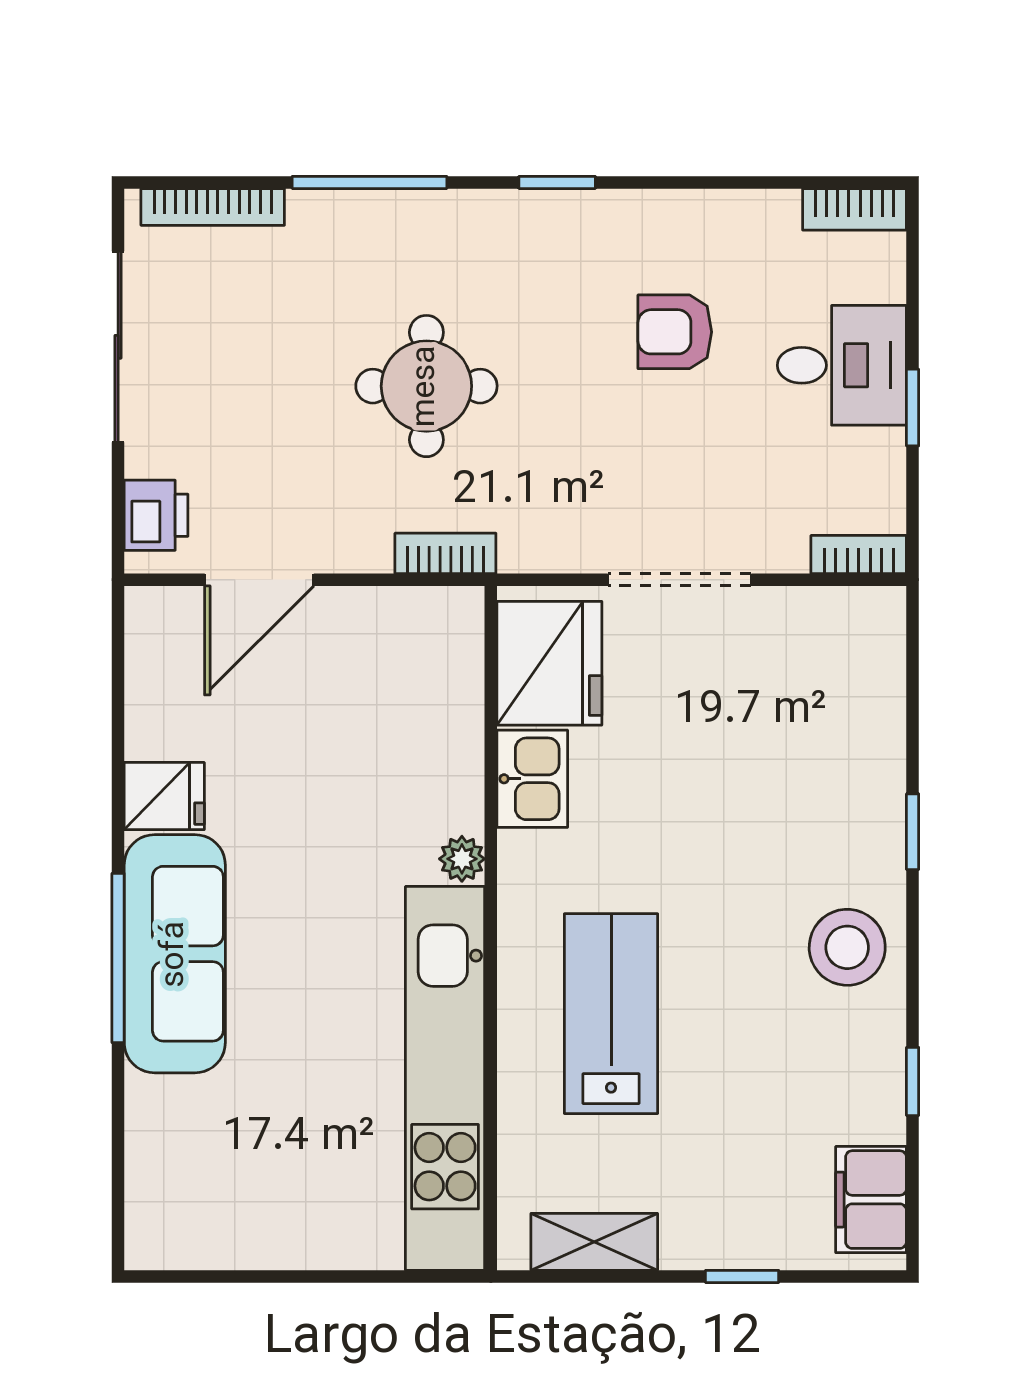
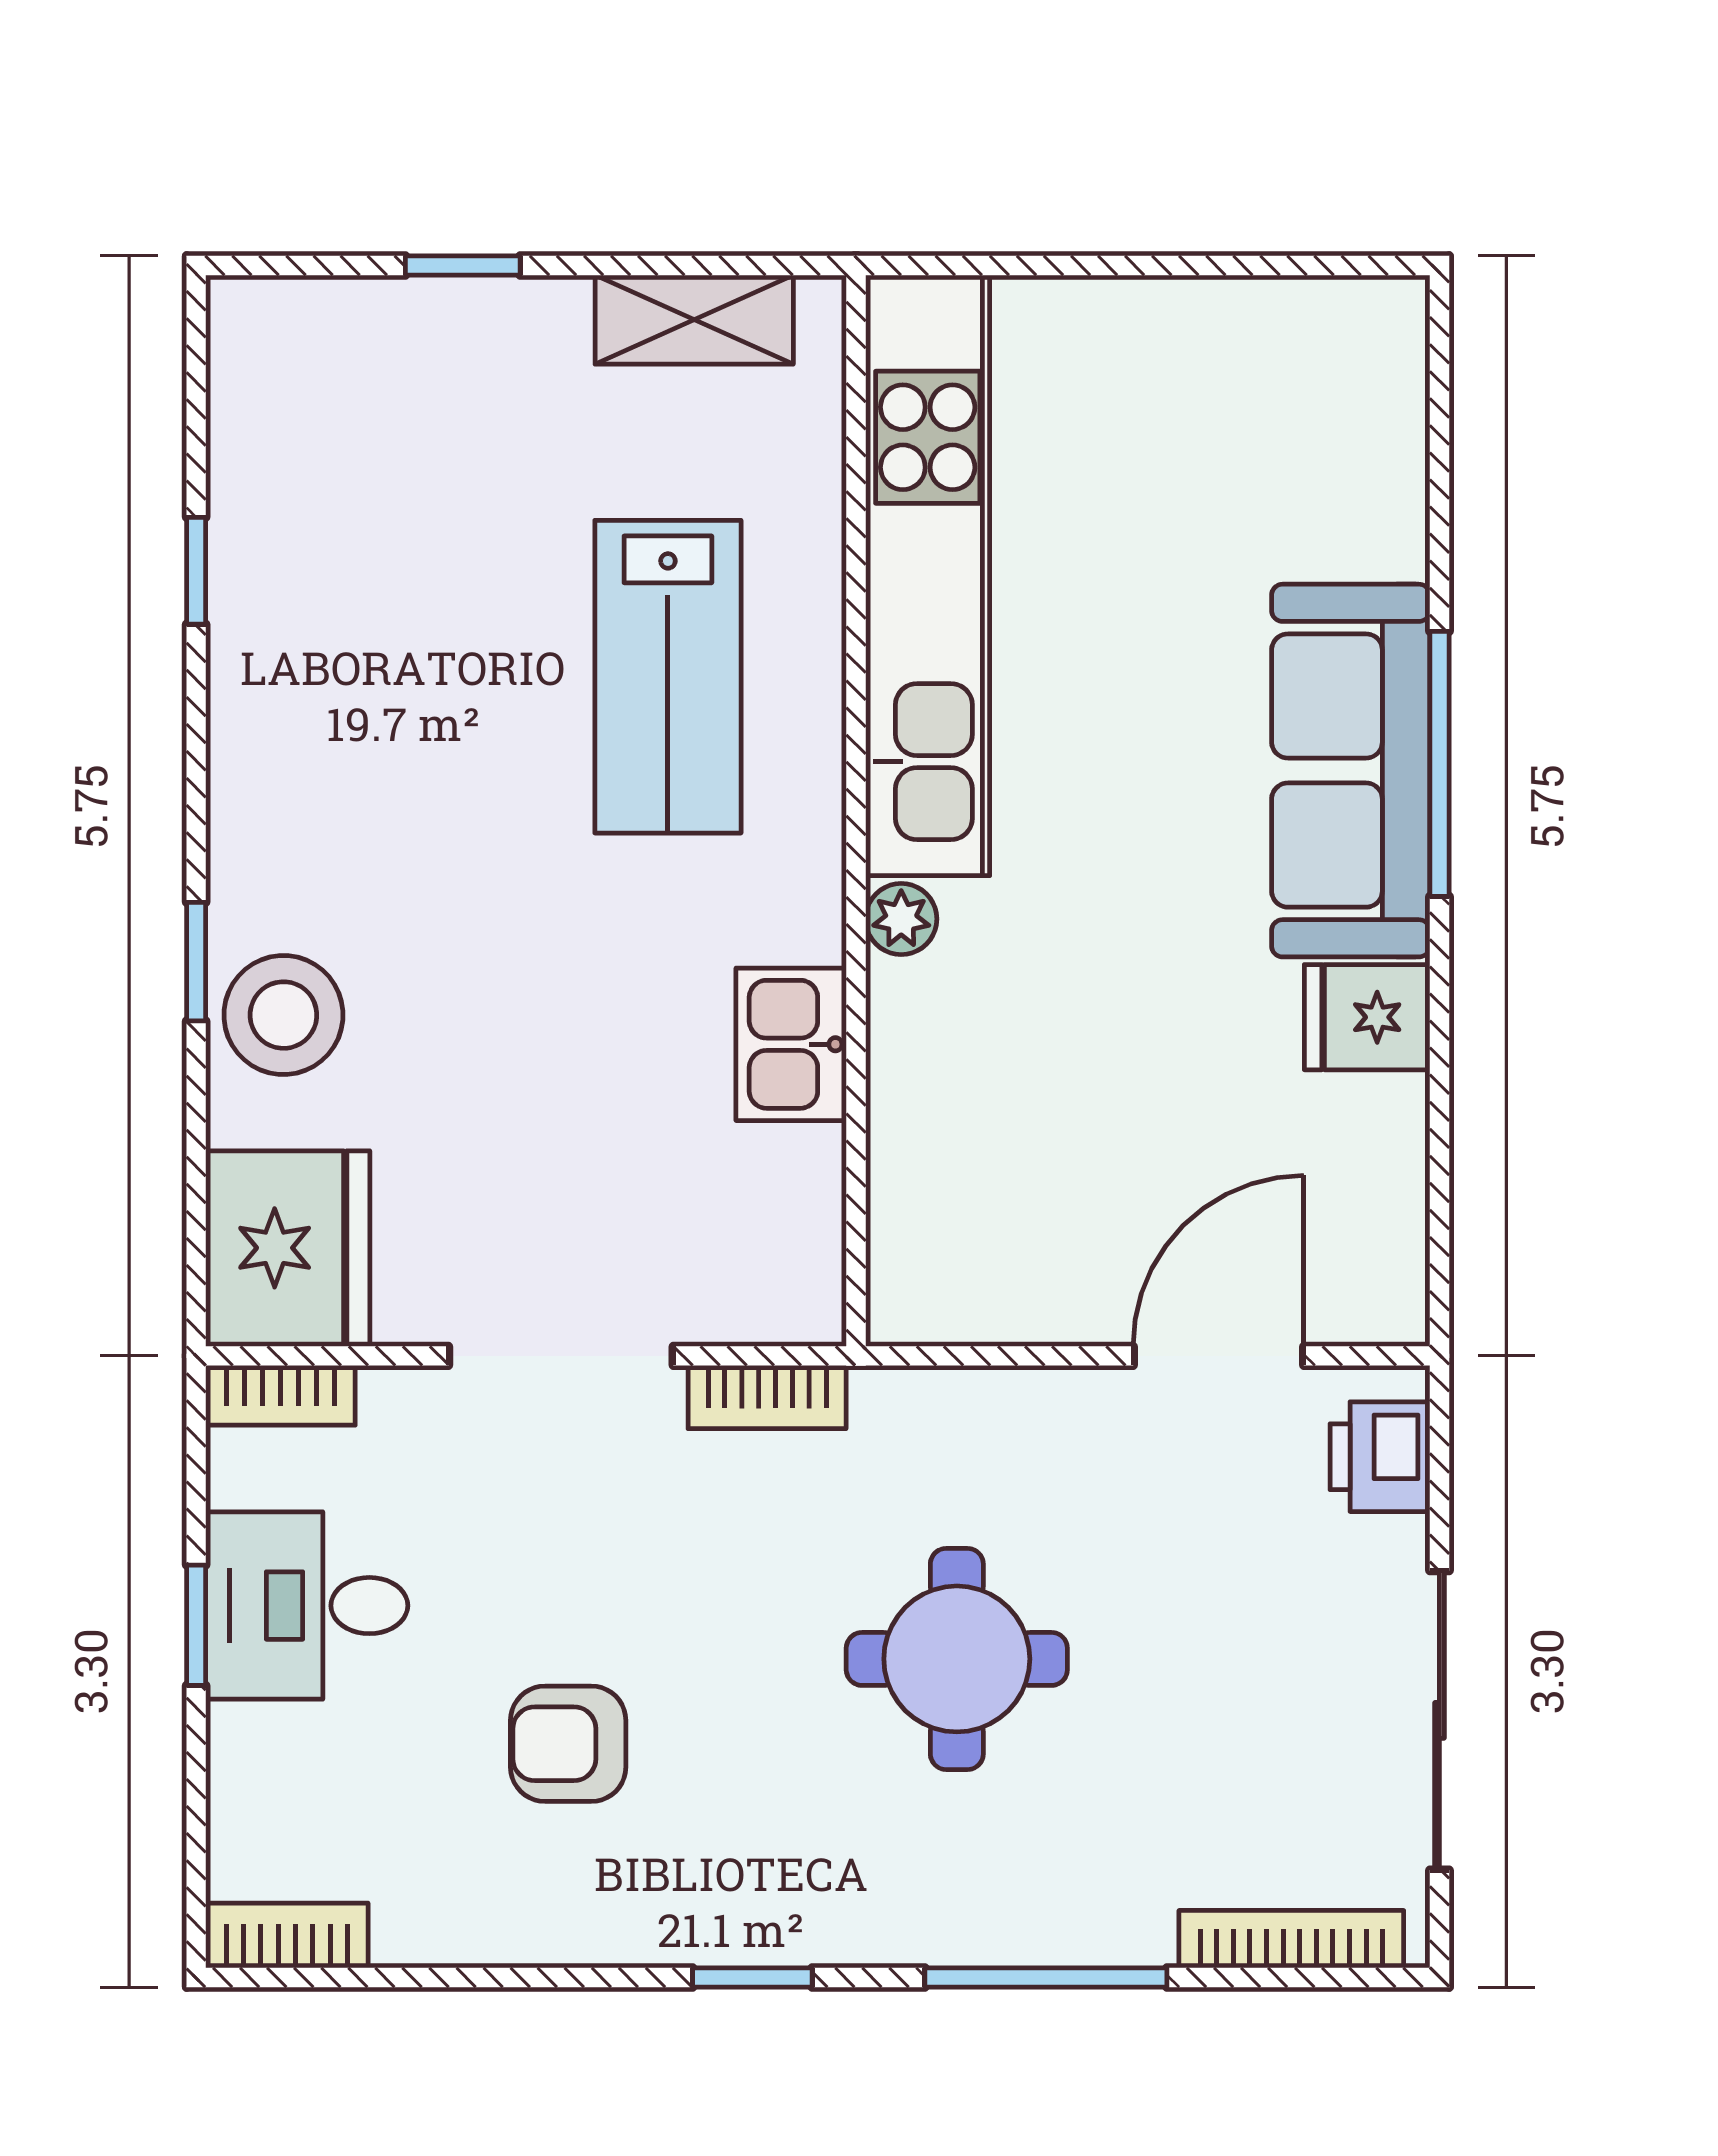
armchair: (675, 332) -> (568, 1744), turned 180
desk: (842, 365) -> (307, 1606), moved
bookcase: (445, 553) -> (767, 1397), moved
fridge: (549, 663) -> (288, 1248), moved, turned 180
stool: (847, 947) -> (283, 1015), moved
filing cabinet: (871, 1200) -> (261, 386), removed

